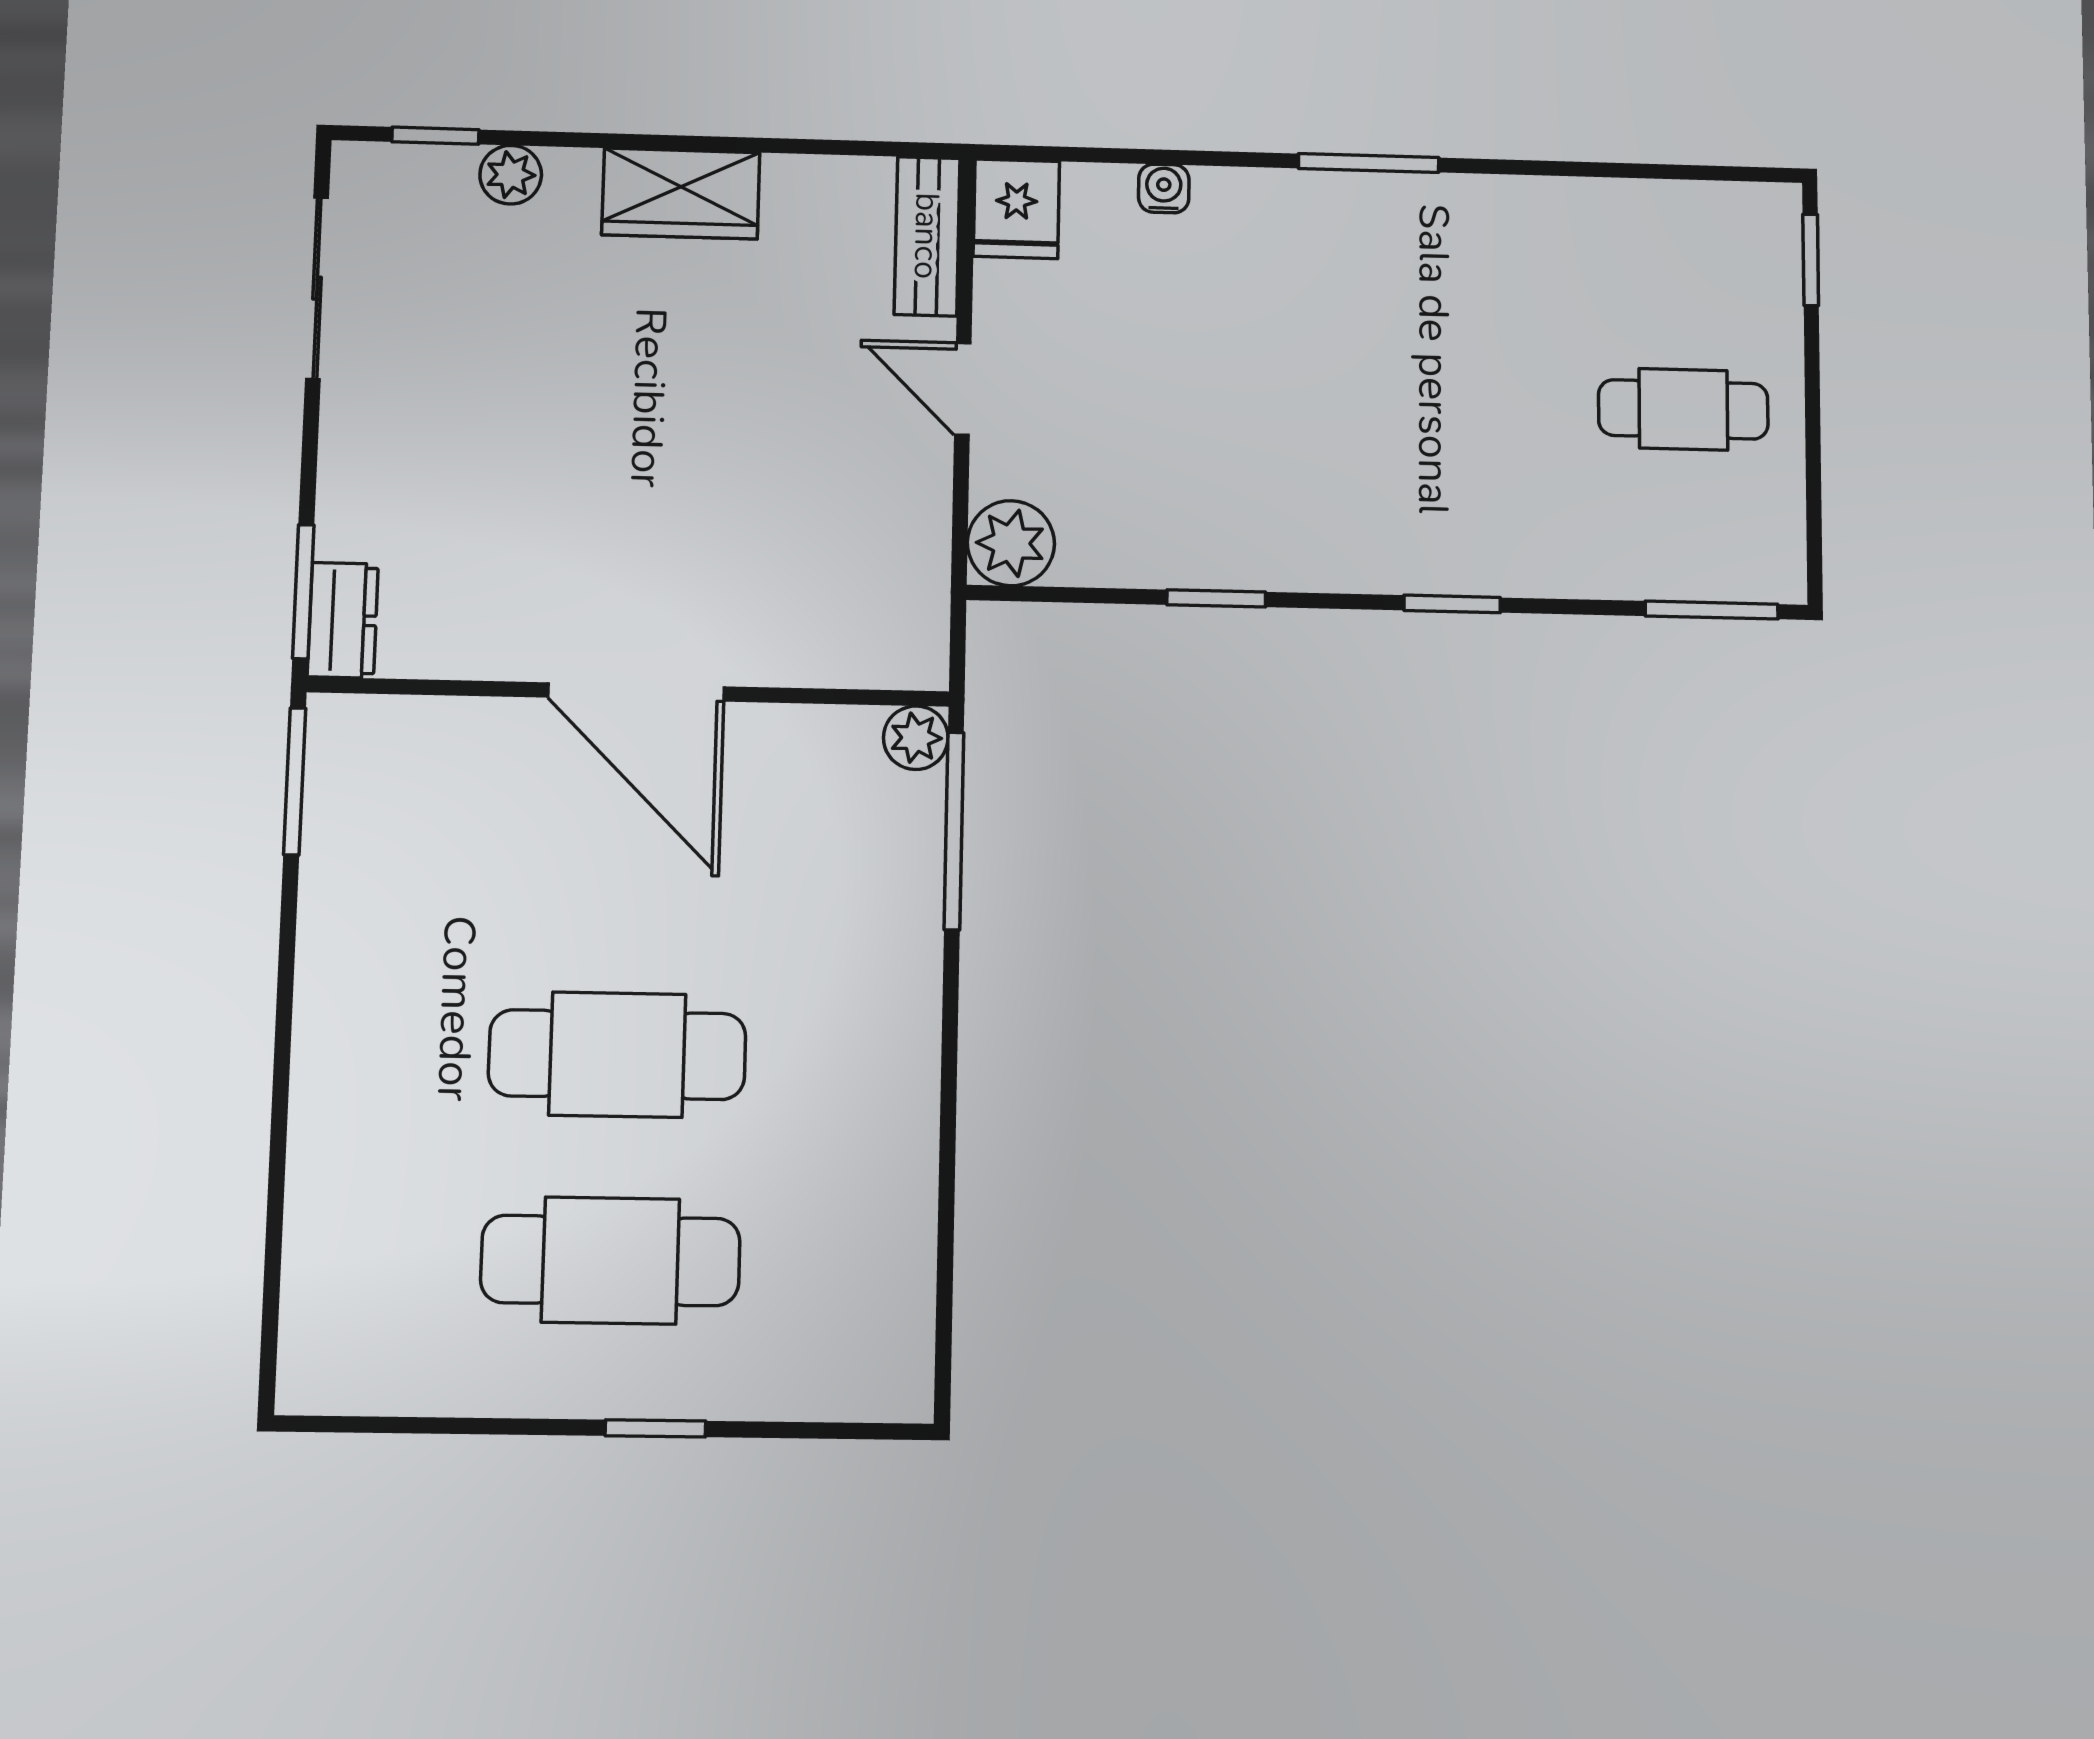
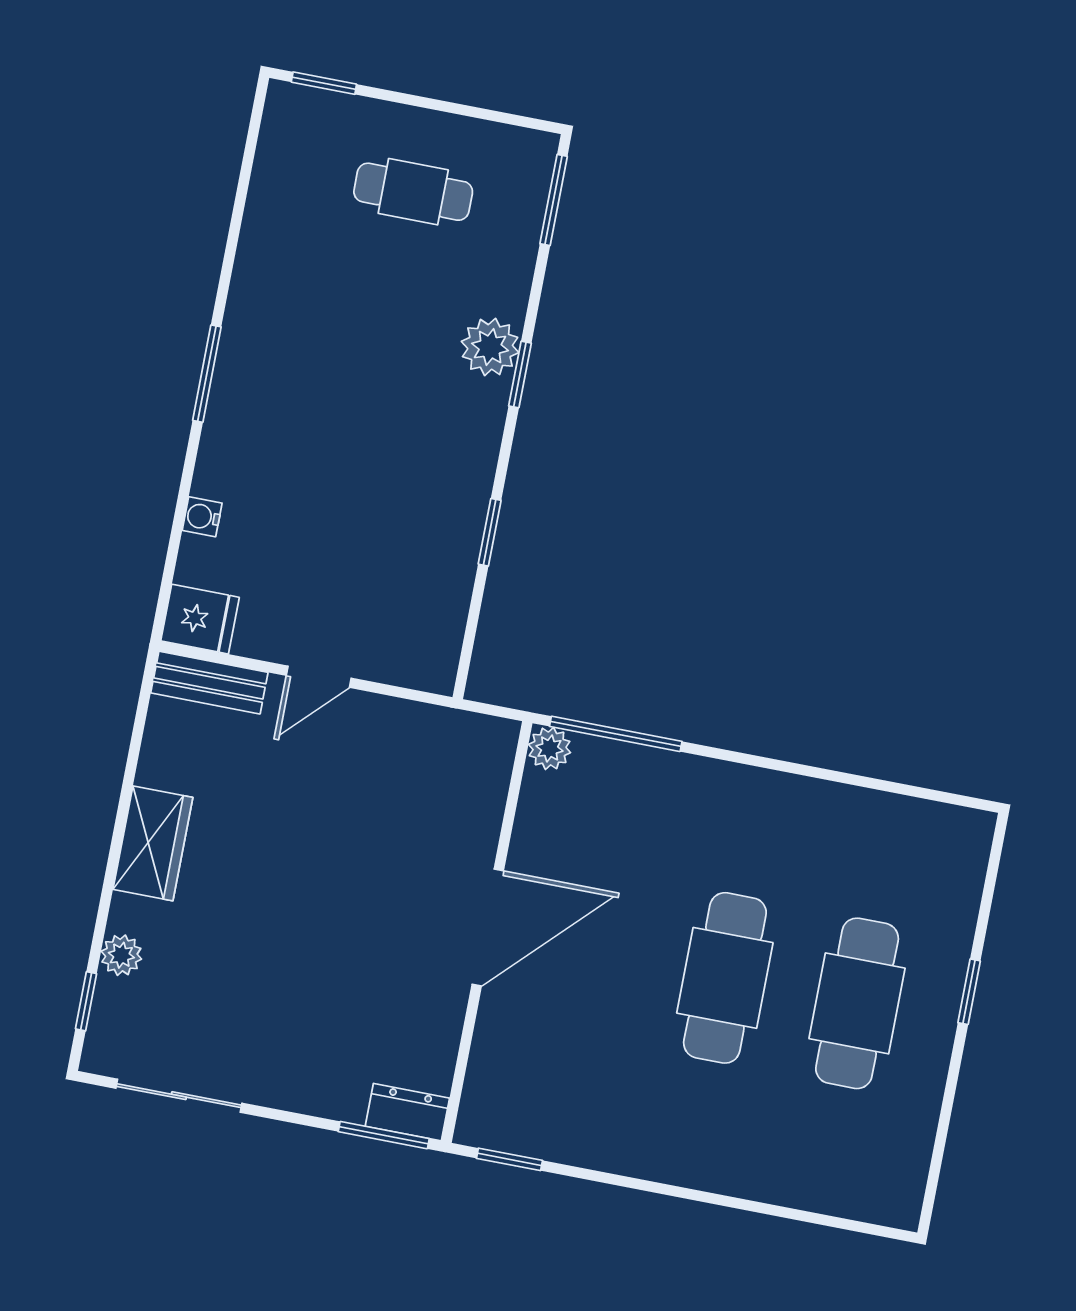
cafe table: (1683, 409) -> (413, 192), turned 90
plant: (1011, 543) -> (490, 347), moved
window: (295, 781) -> (509, 1159), width x0.67

